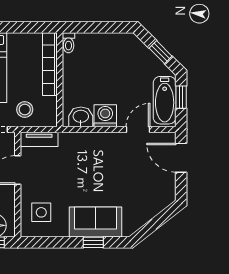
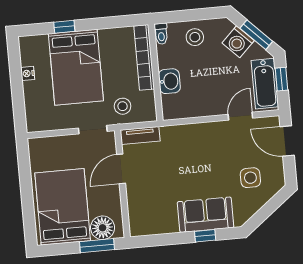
stool: (101, 49) -> (195, 37), added
window: (161, 52) -> (256, 35), width x1.50
washing machine: (105, 116) -> (238, 42), moved, turned -135
washbasin: (81, 117) -> (169, 81), moved, turned 90
side table: (41, 212) -> (250, 178), moved

